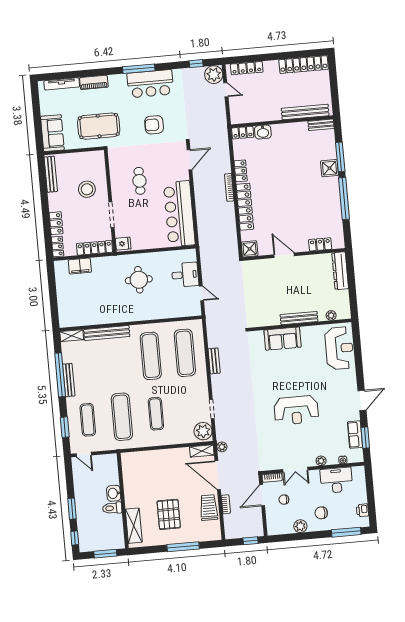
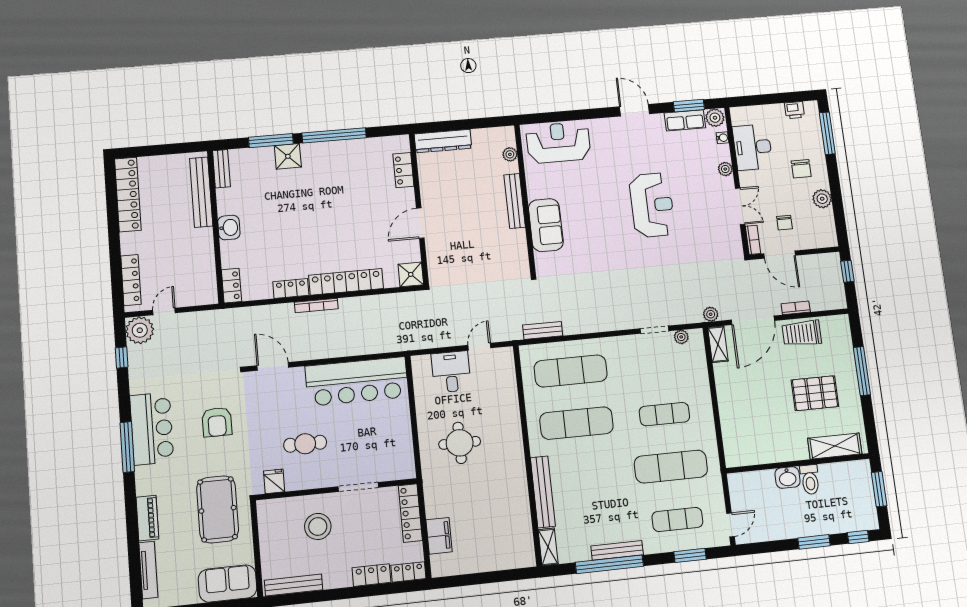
washbasin: (263, 132) -> (229, 228), moved
fridge: (123, 244) -> (274, 481), moved
bench: (214, 361) -> (543, 330), moved
plant: (203, 431) -> (681, 337), width x0.53, depth x0.53
plant: (357, 455) -> (715, 118), added

